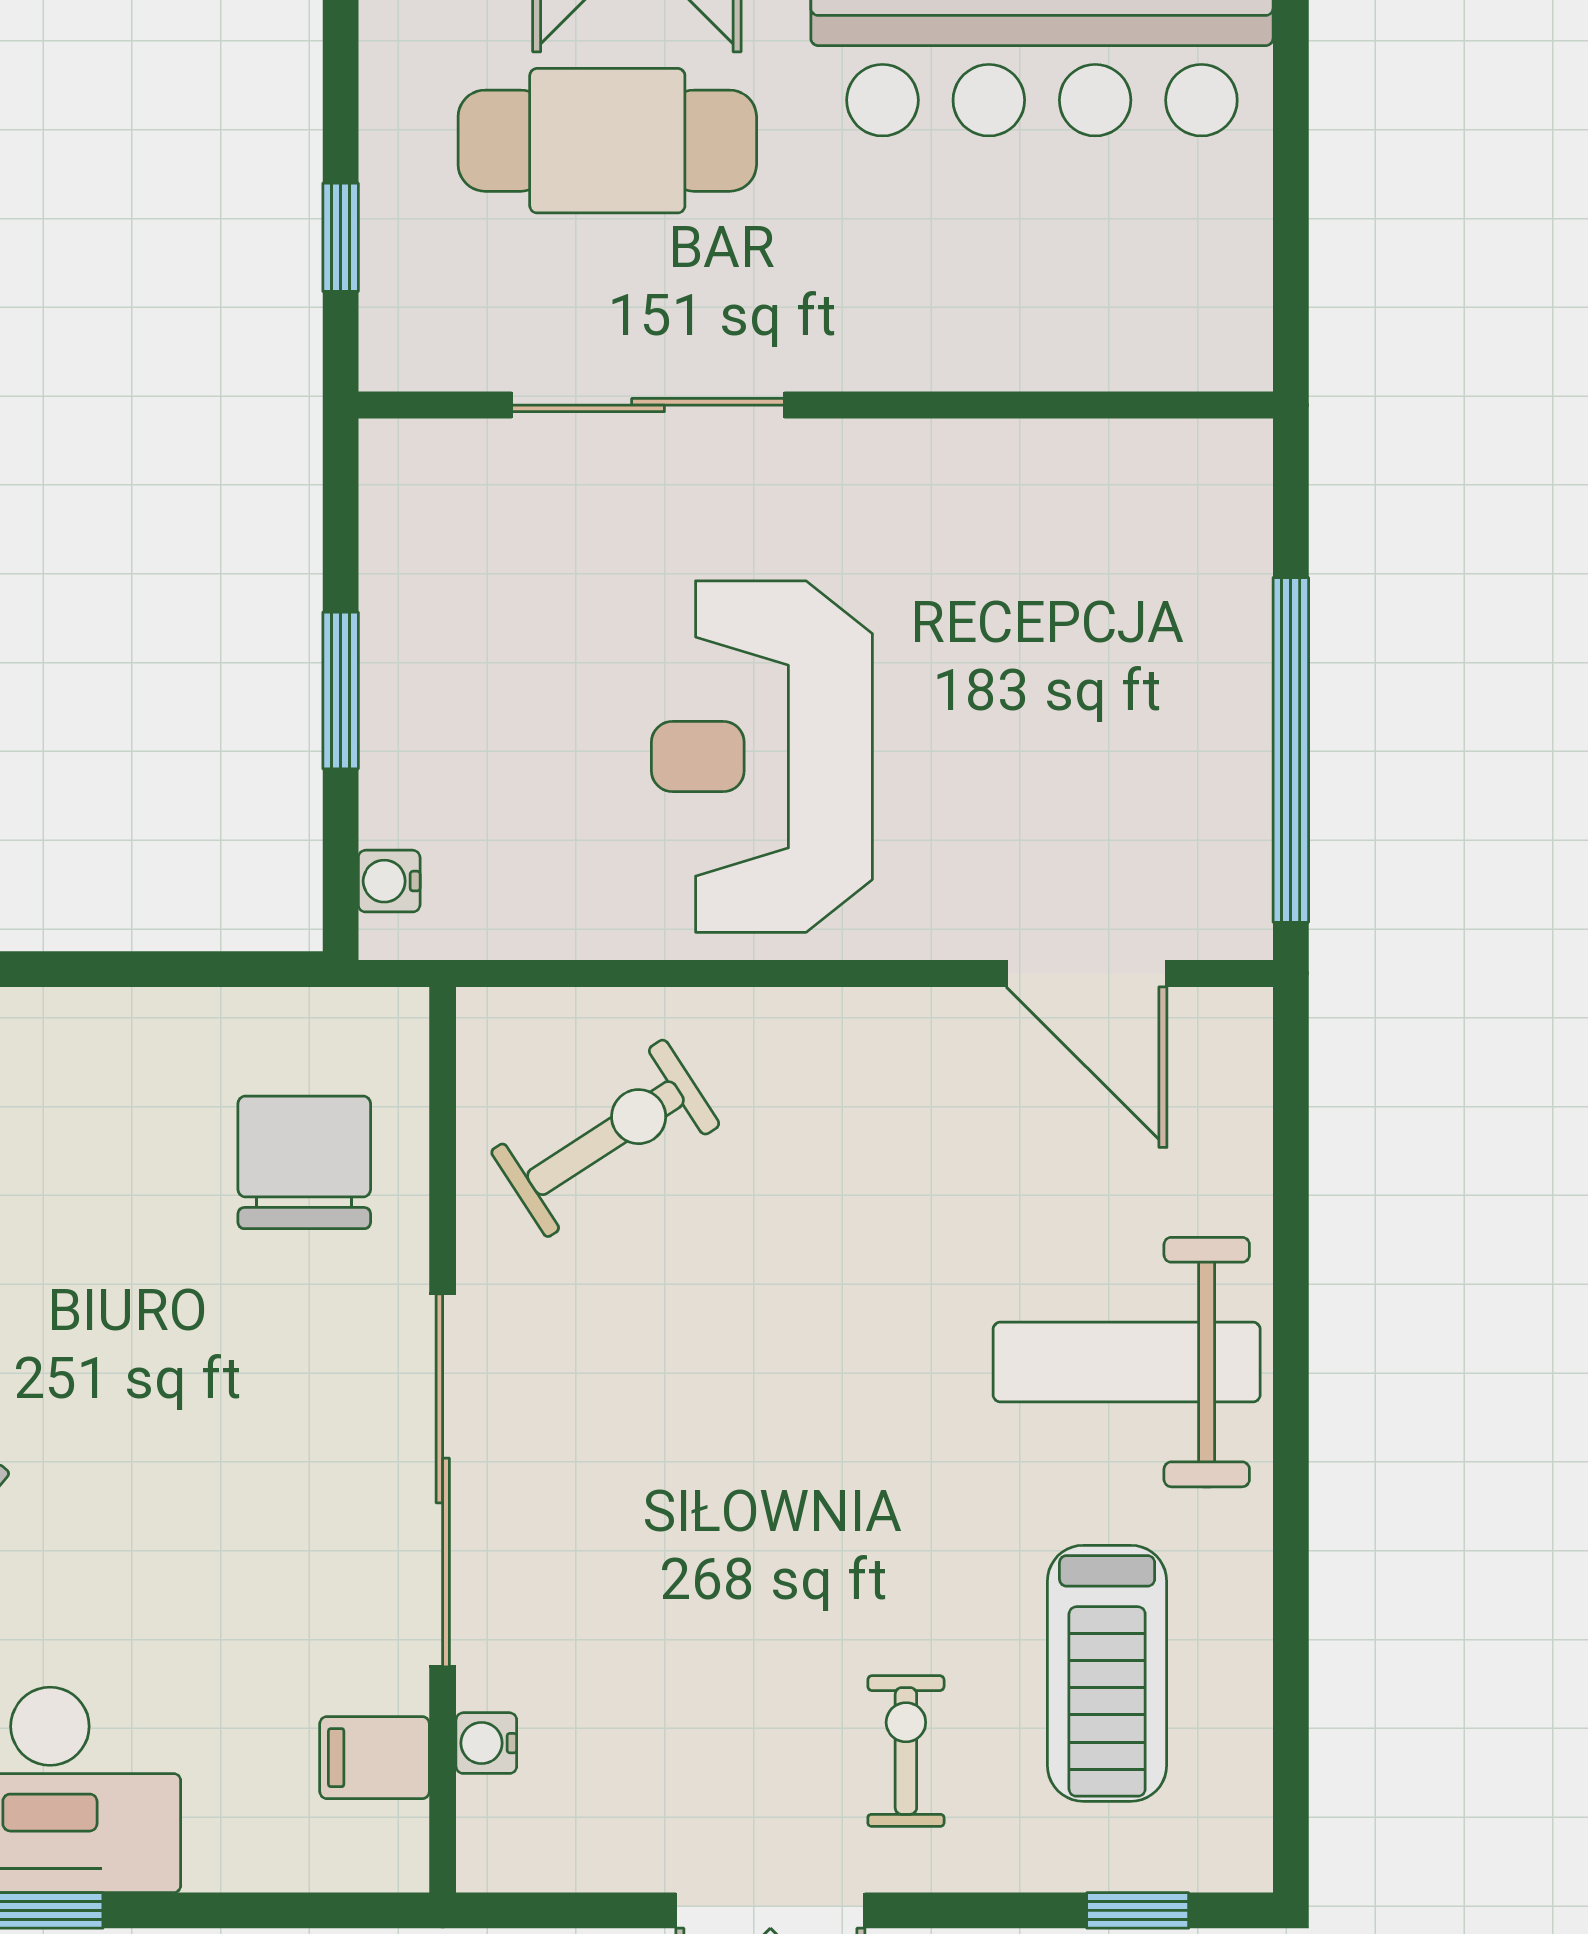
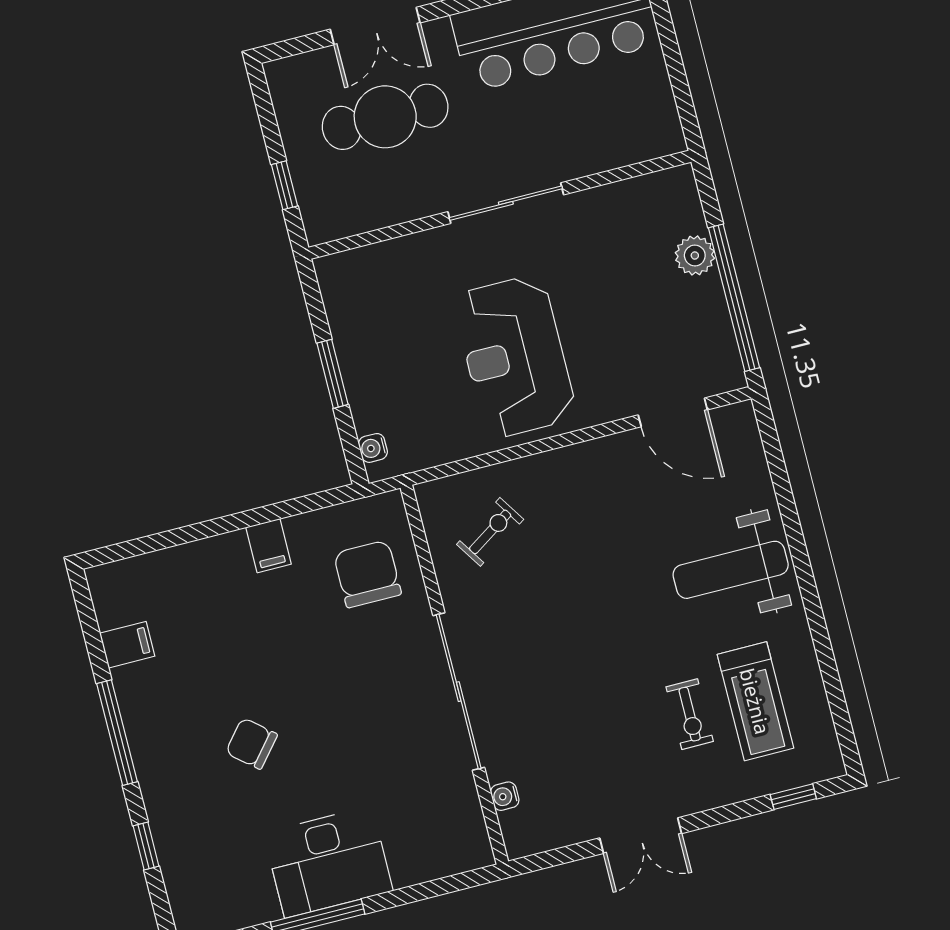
sliding door: (648, 405) -> (506, 203), moved
plant: (1227, 632) -> (695, 256), added
exercise bike: (605, 1138) -> (490, 532), width x0.73, depth x0.72
exercise bike: (906, 1751) -> (690, 714), moved, turned 180
filing cabinet: (375, 1758) -> (268, 546), moved, turned -90

